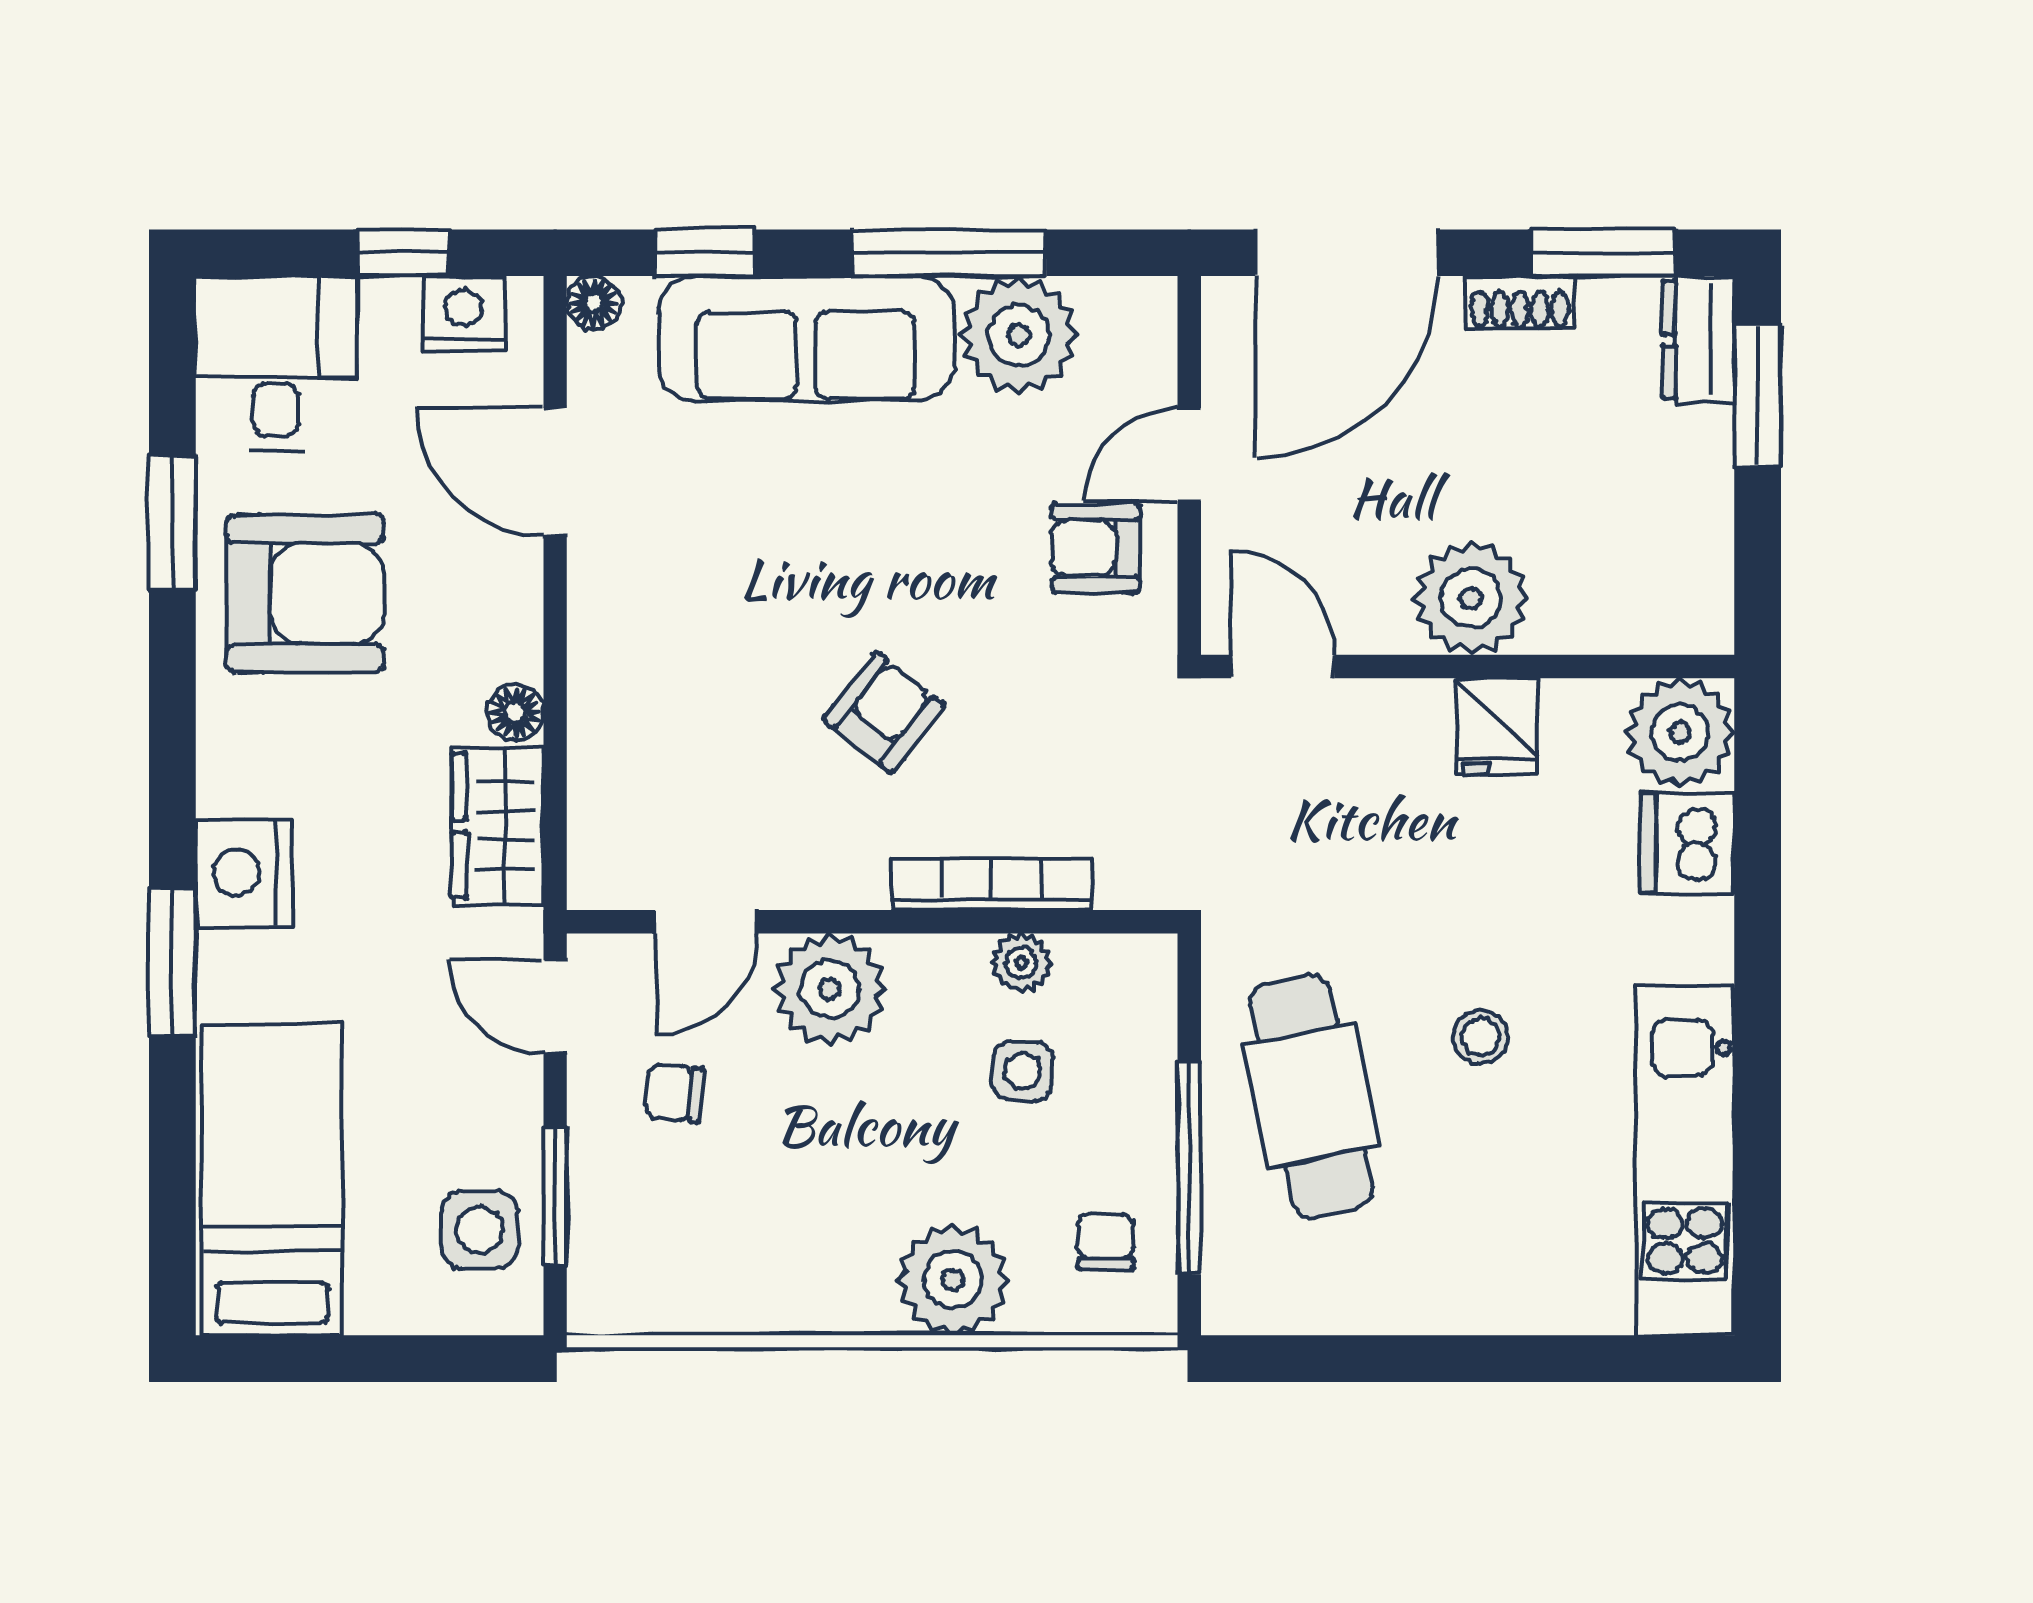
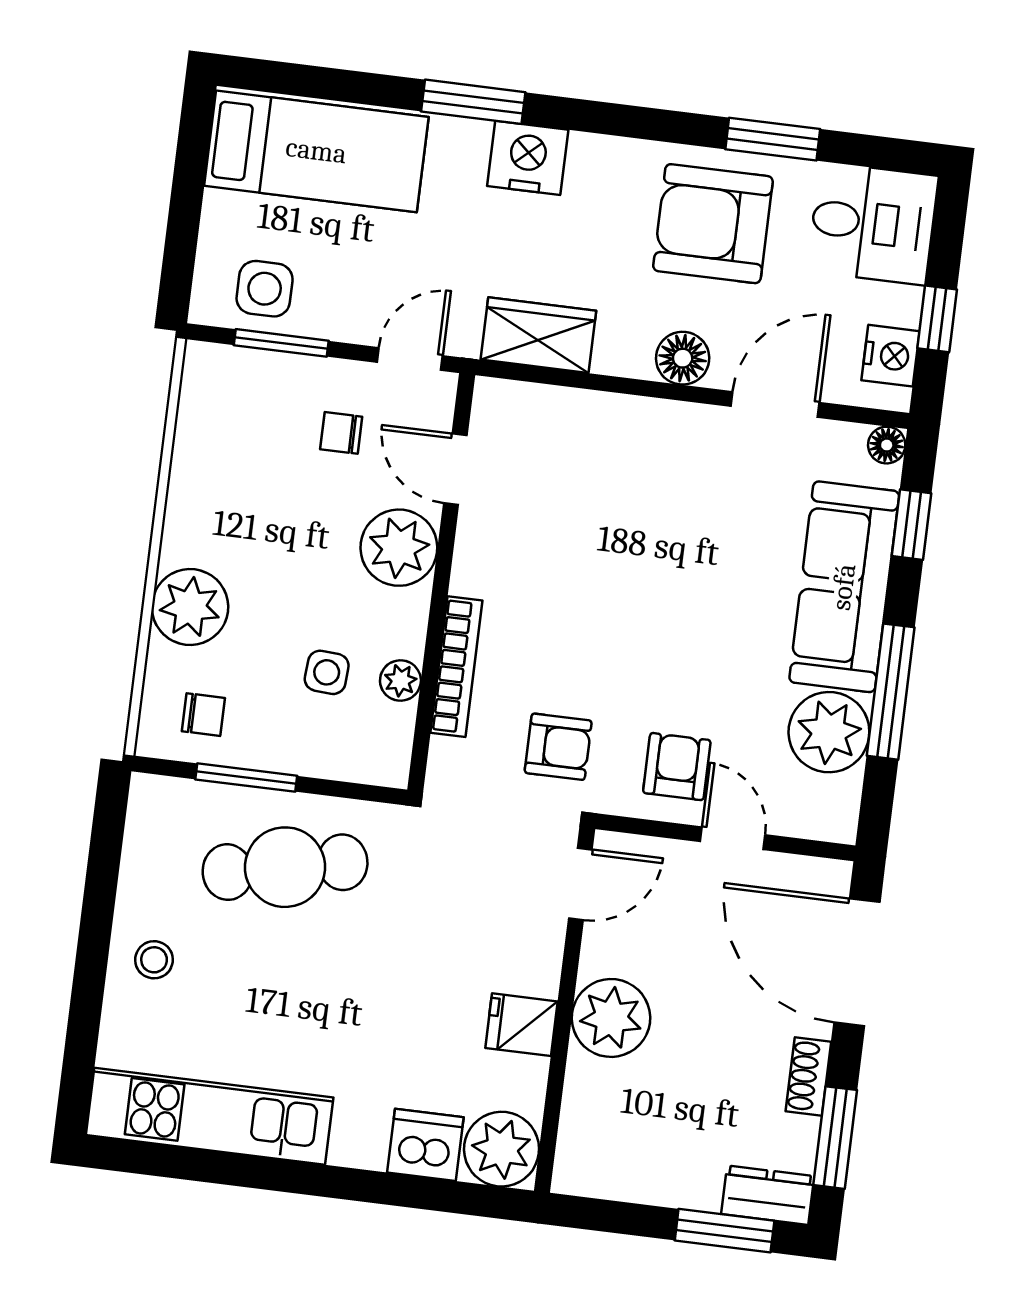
armchair: (305, 594) -> (713, 224), turned 90
floor lamp: (515, 712) -> (683, 358), moved, width x1.37, depth x1.37
armchair: (884, 712) -> (558, 747), moved, turned -38
stool: (1481, 1037) -> (154, 960), moved
chair: (674, 1093) -> (341, 433), turned -95
window: (1189, 1168) -> (246, 778), width x0.69

